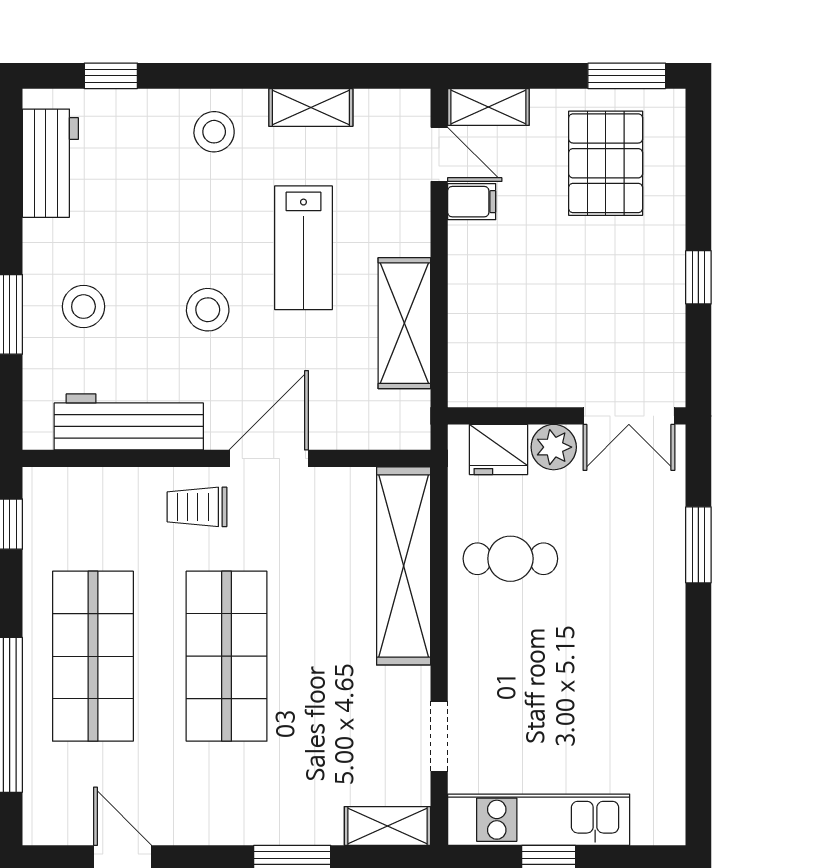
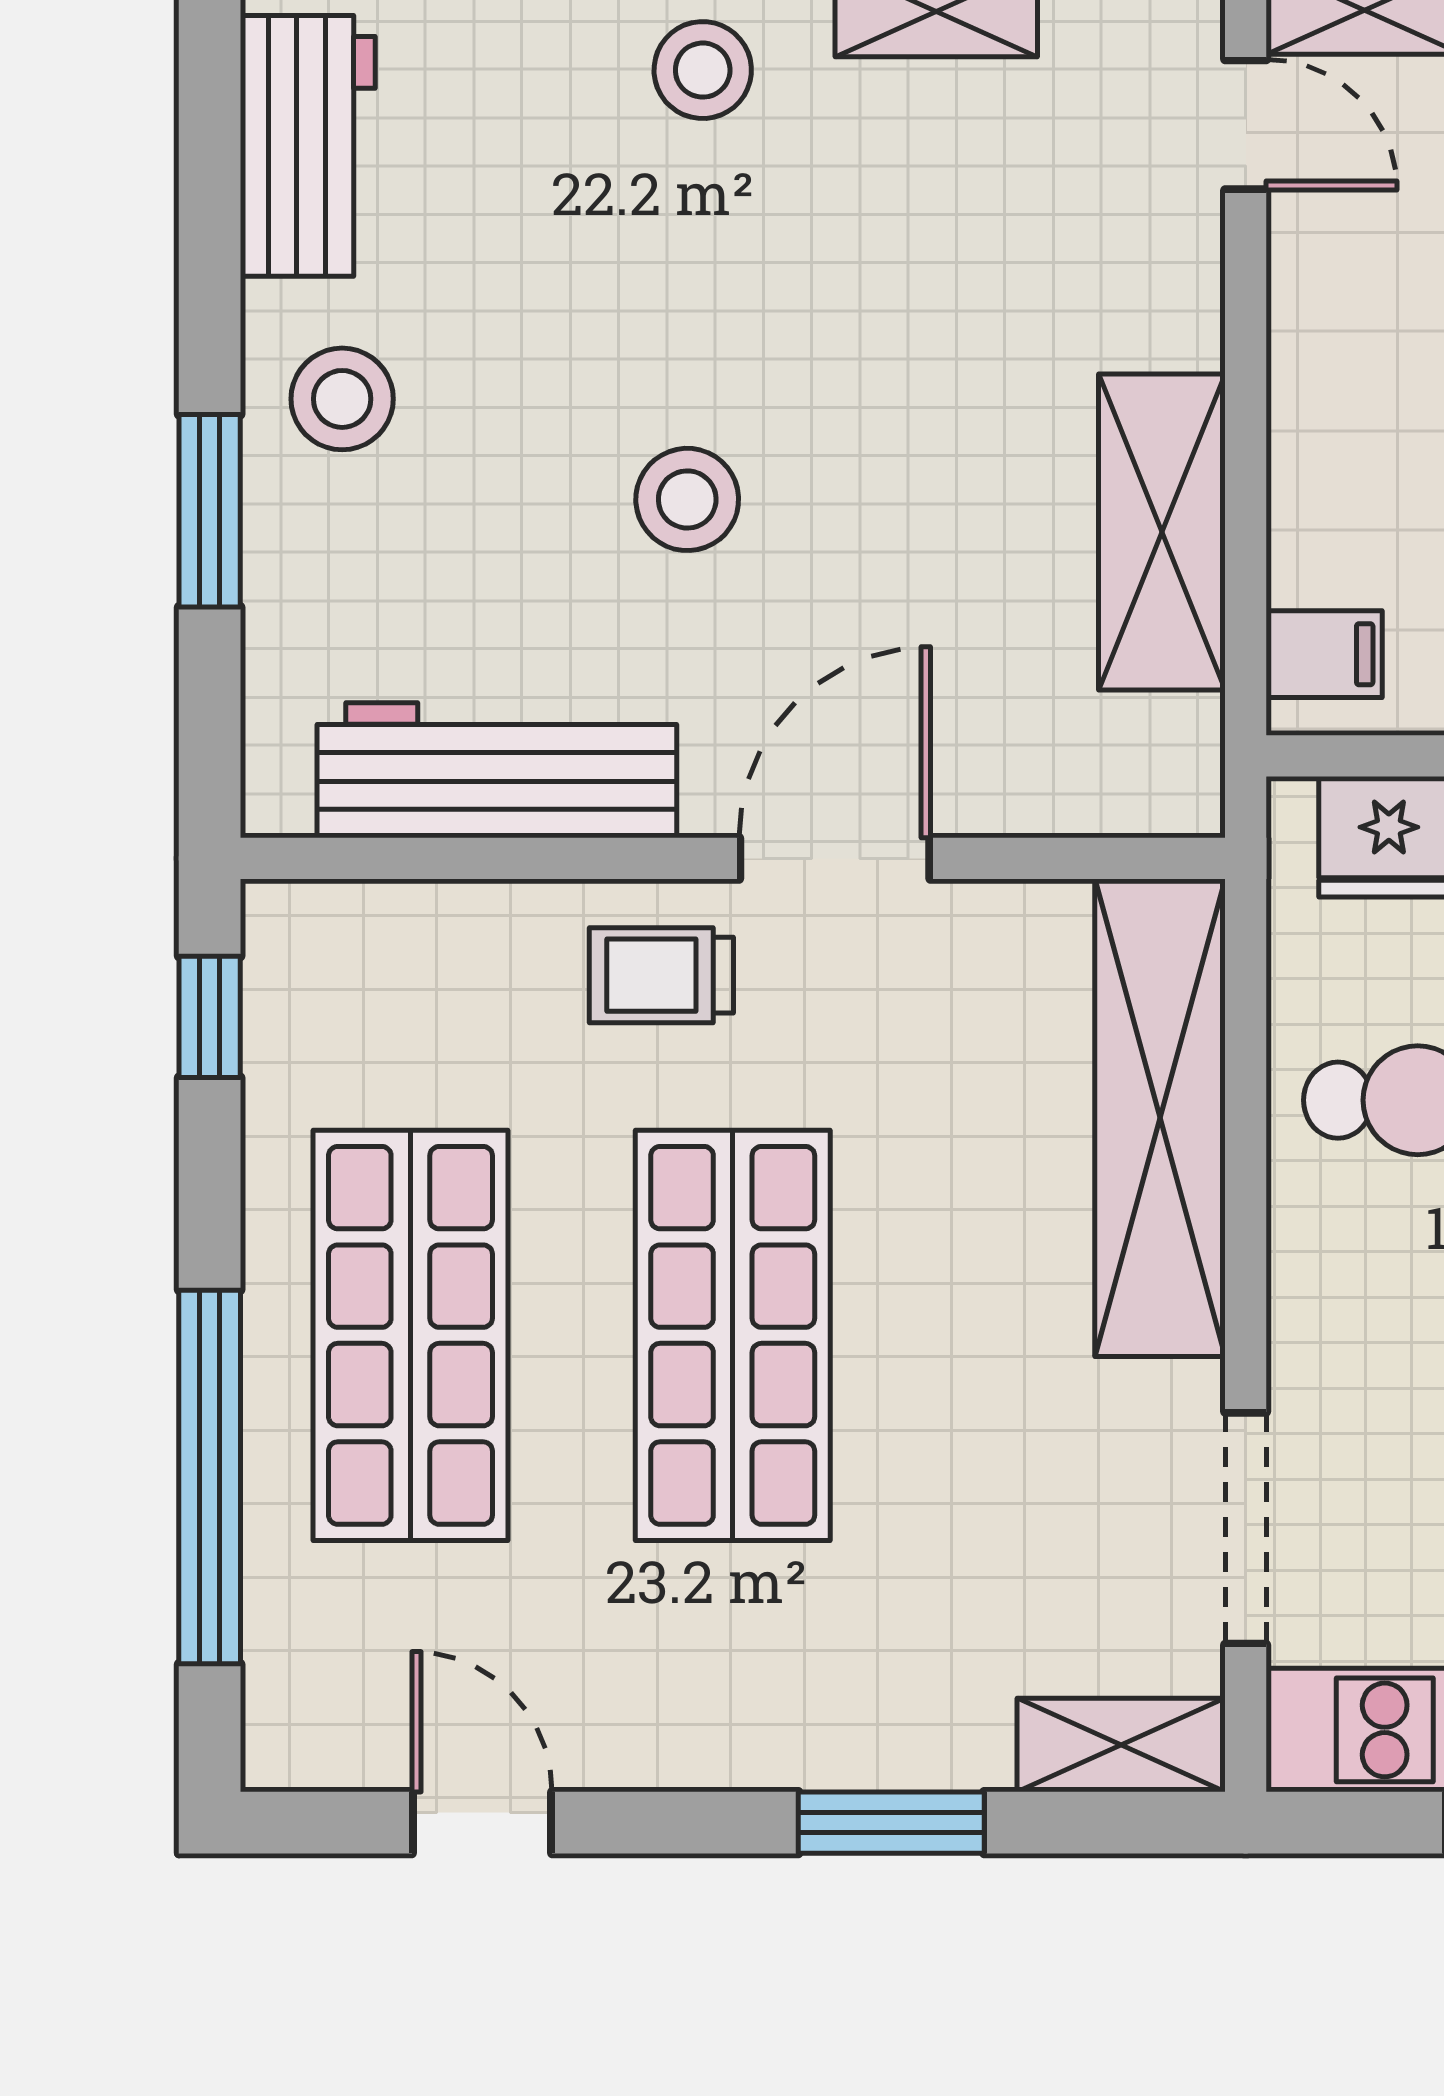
filing cabinet: (472, 202) -> (1324, 654), moved
lab bench: (303, 248) -> (918, 350), removed
stool: (83, 307) -> (342, 399), moved
doorway: (439, 736) -> (1246, 1528), width x1.38

